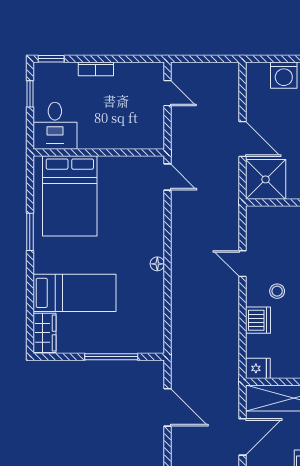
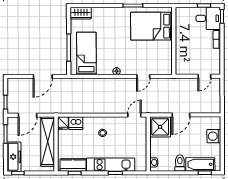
desk: (55, 126) -> (208, 18), moved, turned 180
door: (167, 177) -> (143, 76), moved
door: (242, 264) -> (134, 115), moved
bed: (74, 293) -> (86, 54), moved, turned 180
dishwasher: (258, 320) -> (76, 123), moved
door: (242, 437) -> (28, 115), hinge flipped

